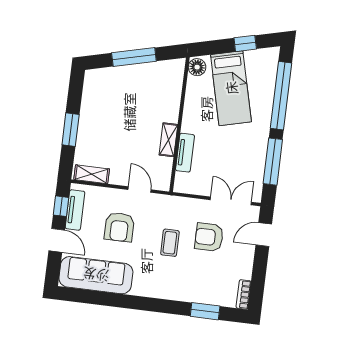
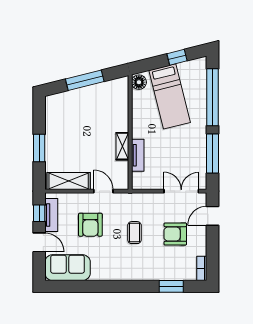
shelving: (92, 174) -> (69, 181), width x1.50, depth x1.33
armchair: (209, 237) -> (175, 234), moved
sofa: (96, 275) -> (68, 268), width x0.73

